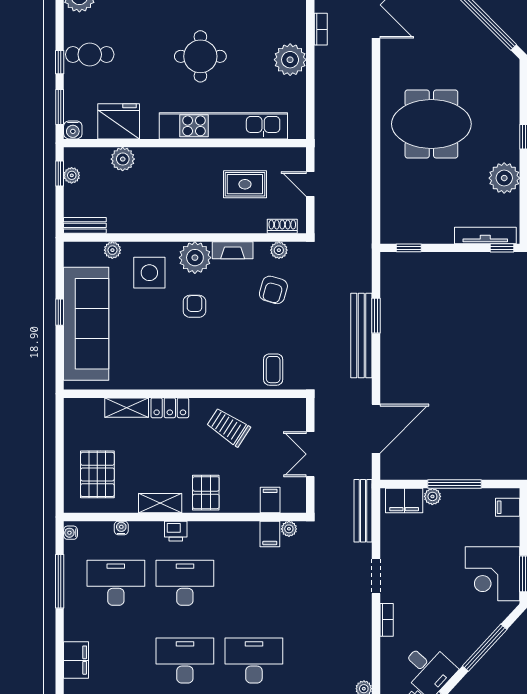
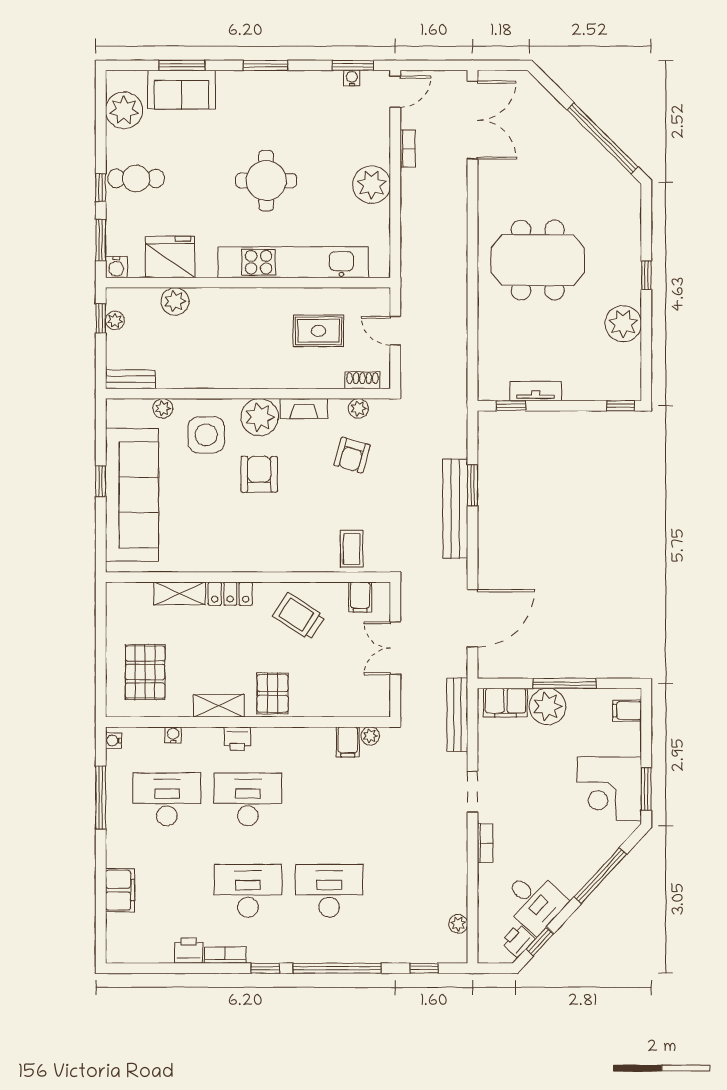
tv unit: (485, 235) -> (536, 391), moved, width x0.71
armchair: (194, 306) -> (259, 474), width x1.38, depth x1.38
plant: (432, 496) -> (547, 706), width x1.87, depth x1.87
filing cabinet: (270, 500) -> (360, 597), moved, turned 180

